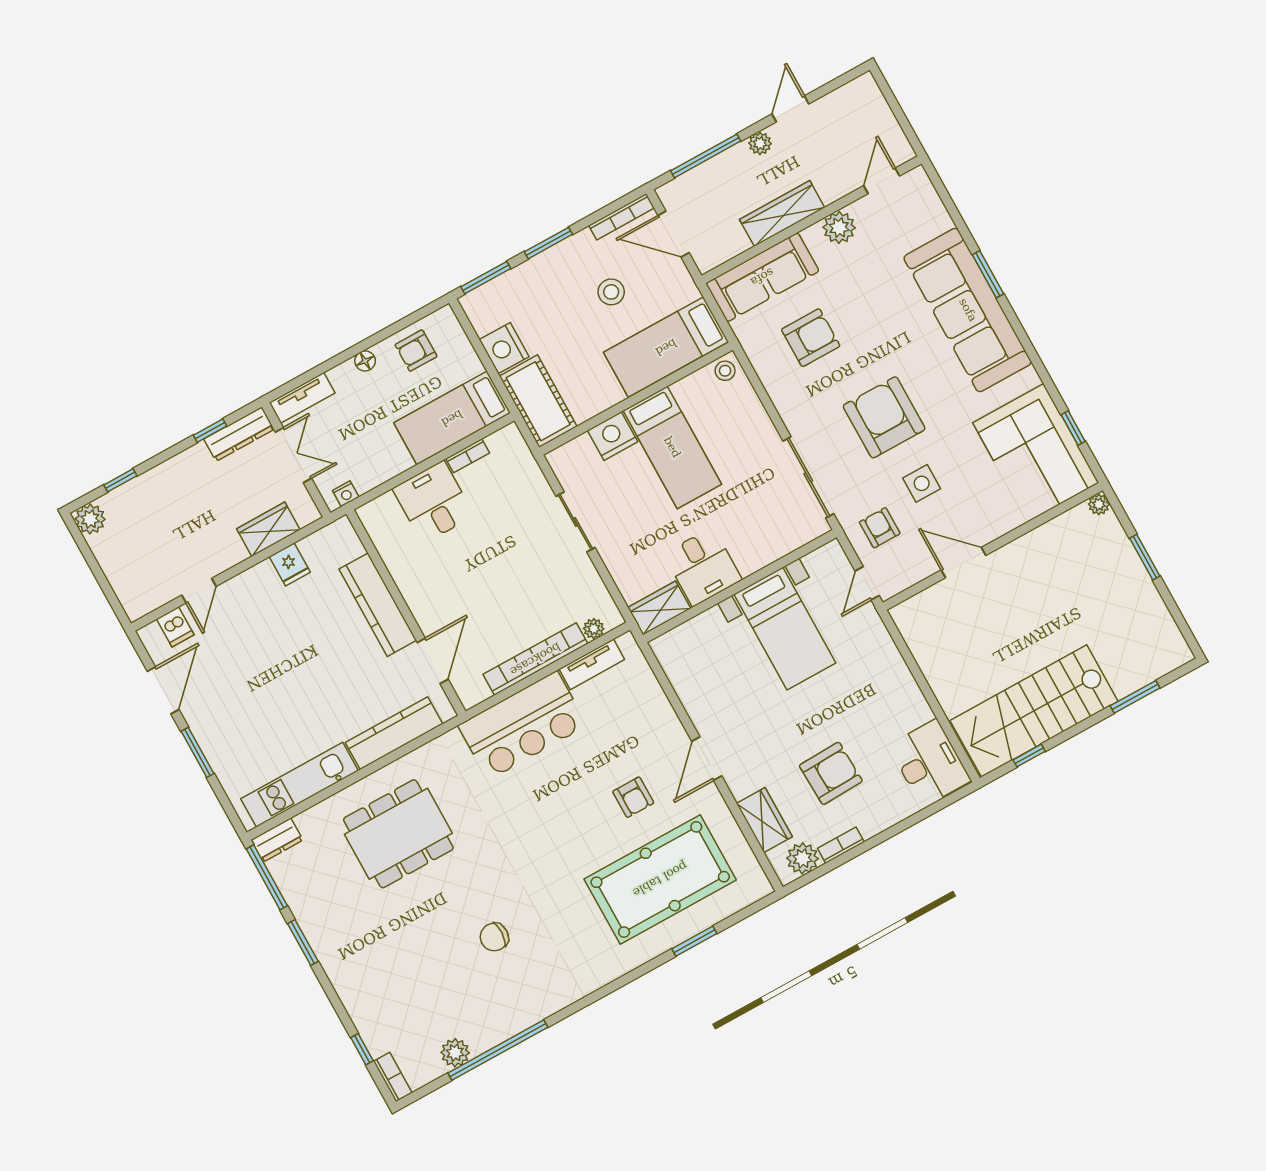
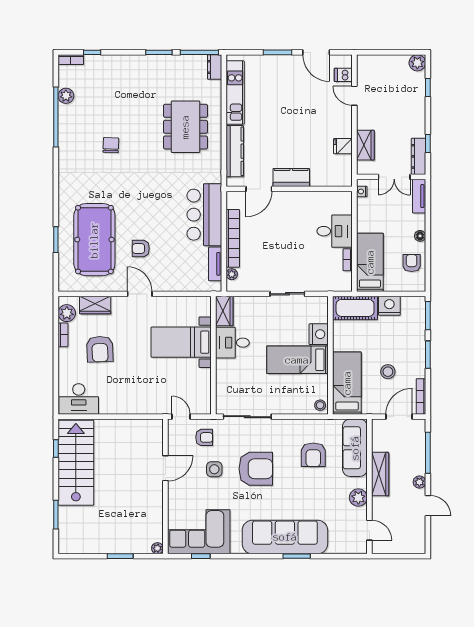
kitchen counter: (378, 605) -> (291, 177), width x0.67
bed with nightstands: (785, 629) -> (181, 342), moved
door: (433, 661) -> (259, 189), hinge flipped

